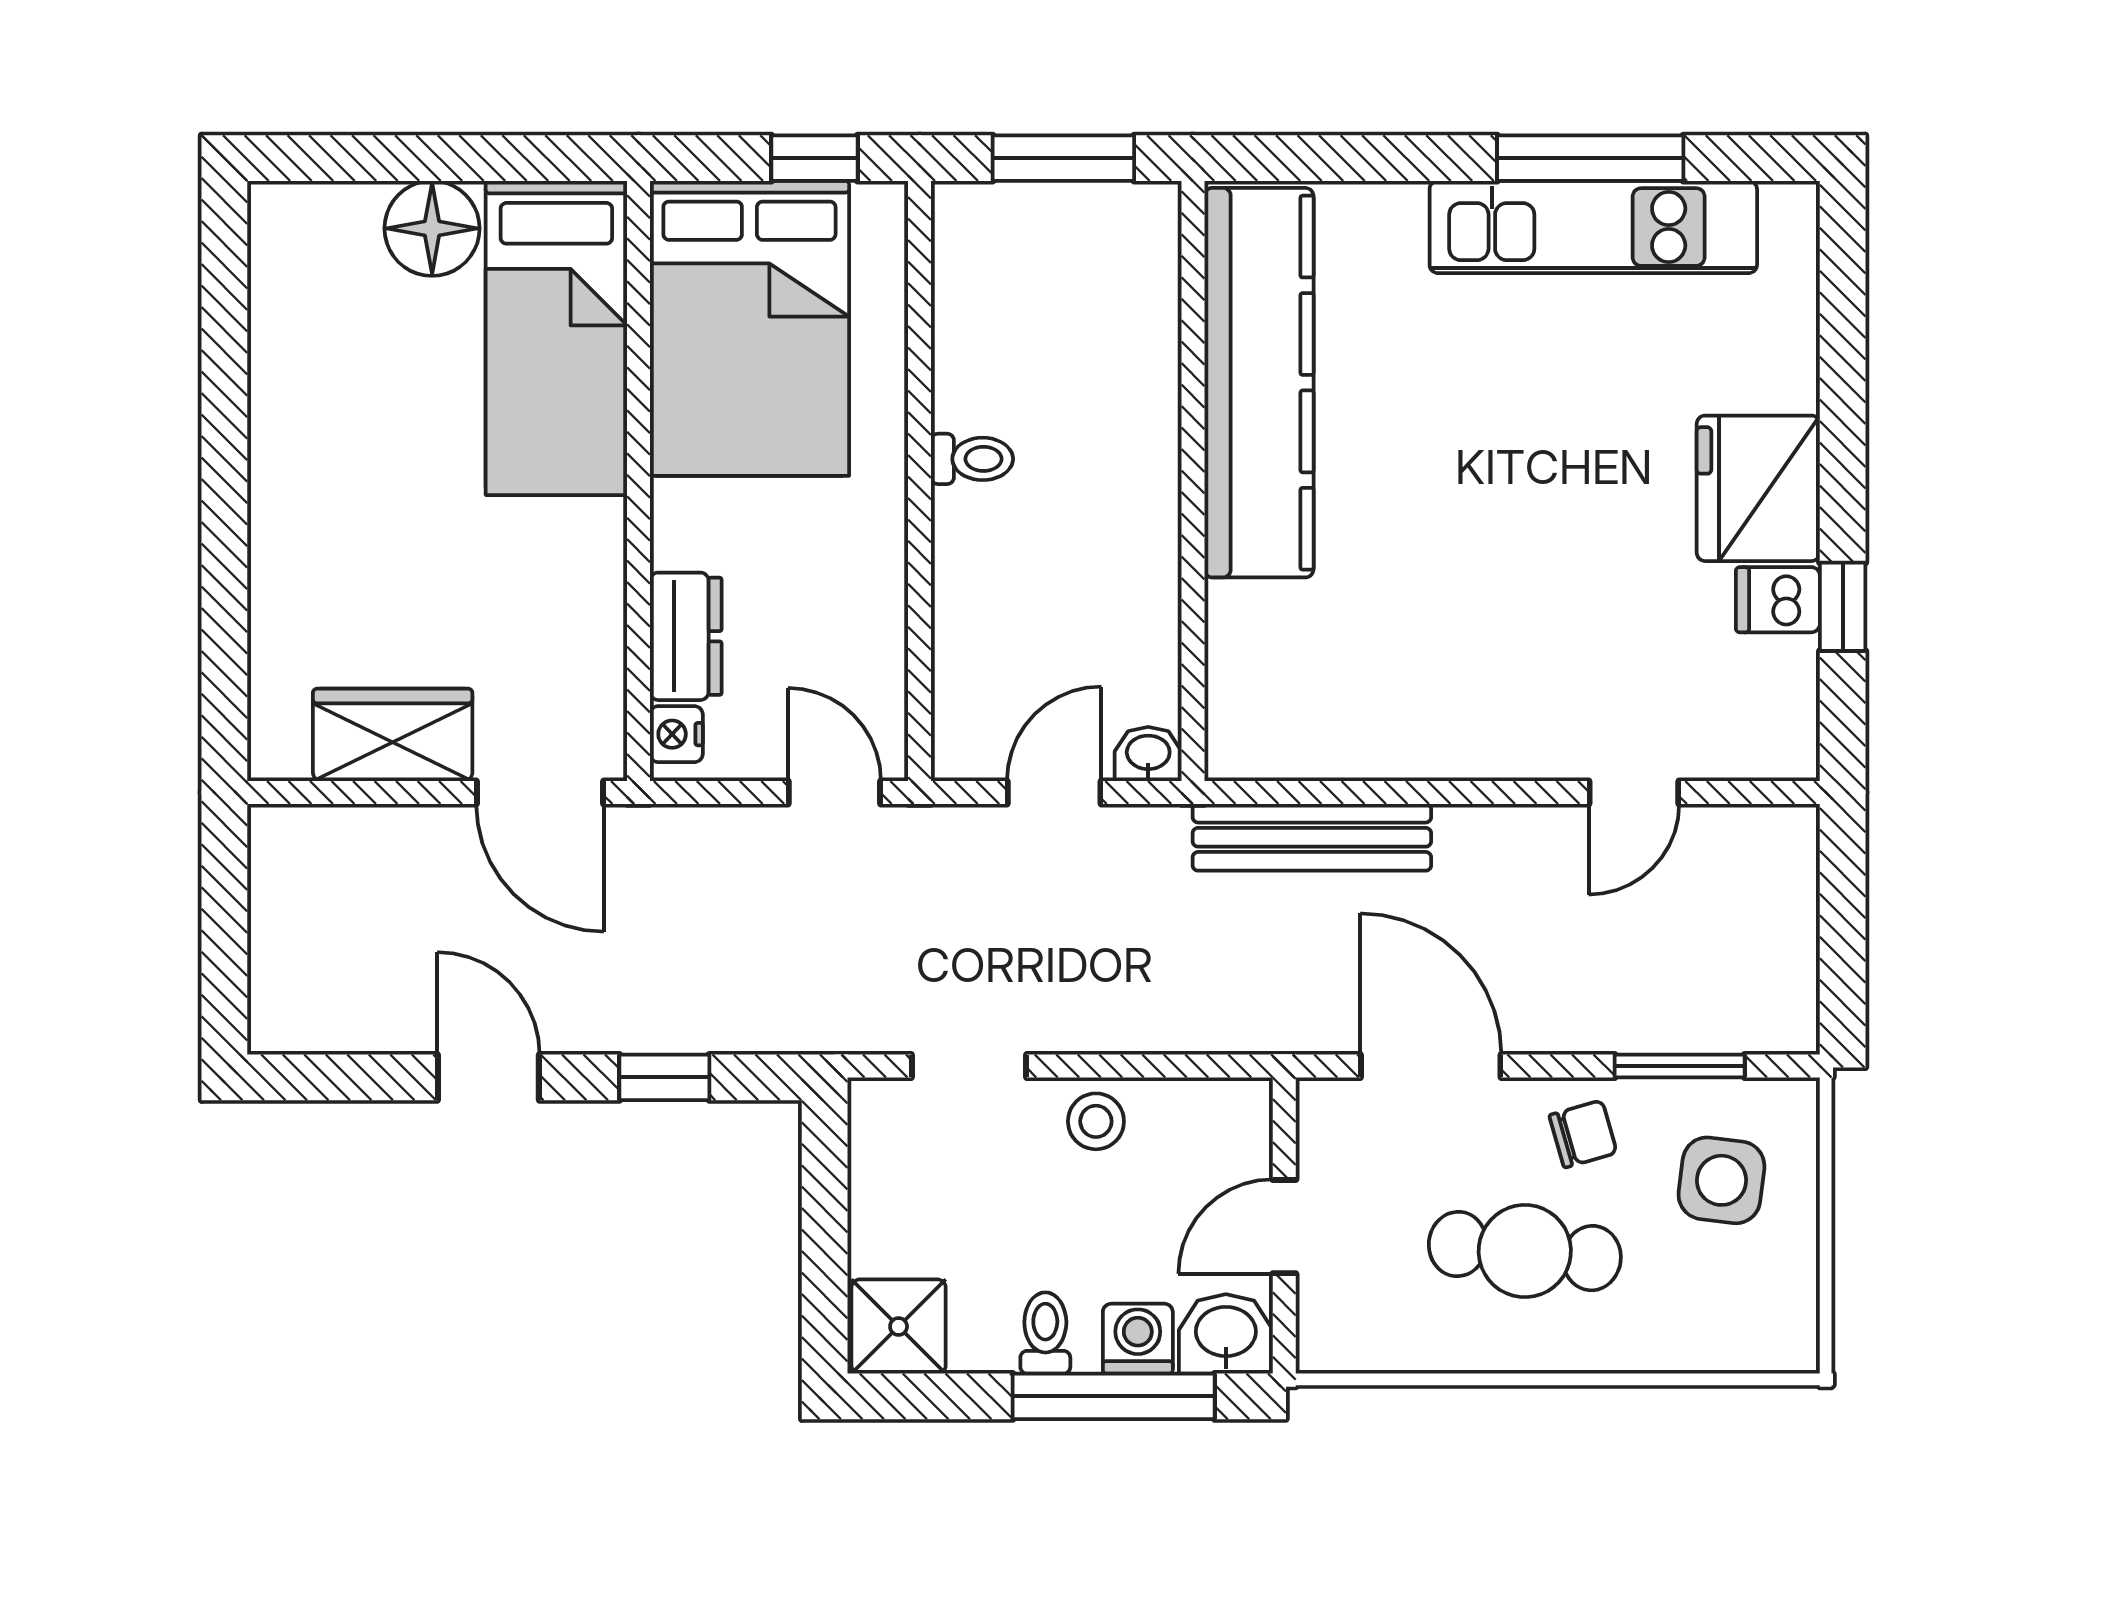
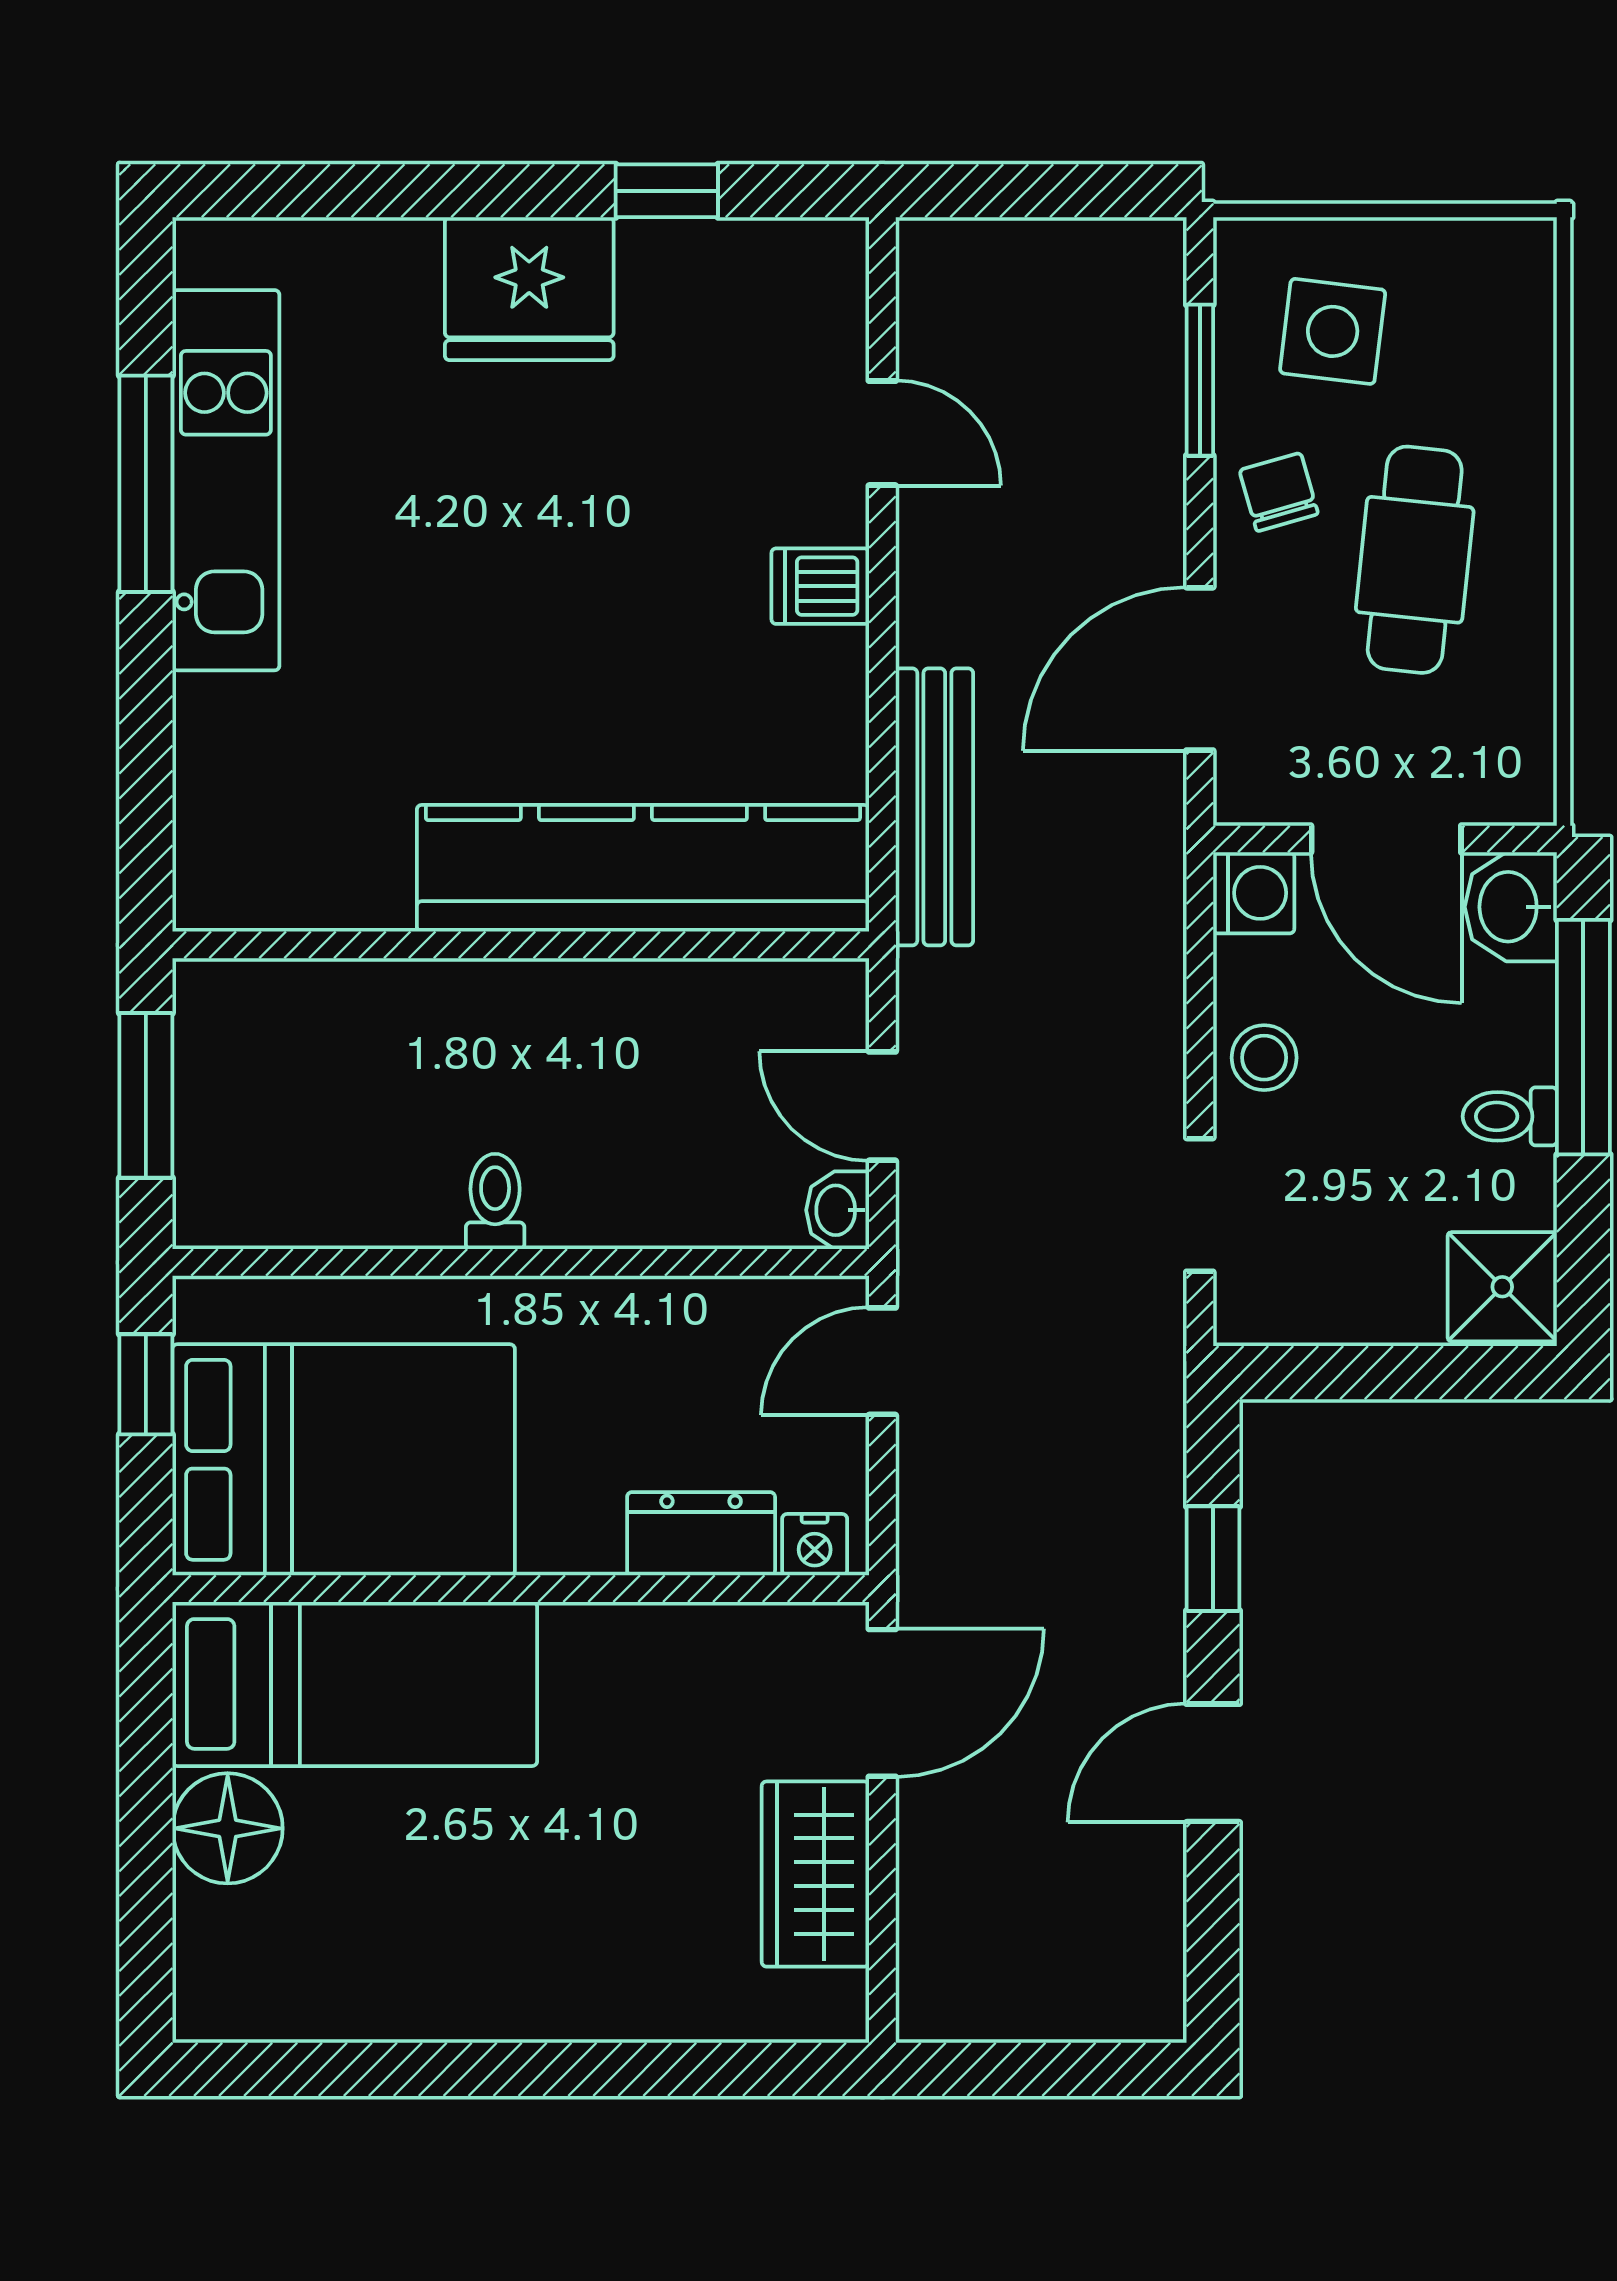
kitchen counter: (1259, 383) -> (643, 868), moved
dishwasher: (1778, 600) -> (820, 586), moved, turned 90
washbasin: (1148, 754) -> (838, 1210), moved
door: (1284, 1227) -> (1386, 839), width x1.38
washing machine: (1138, 1339) -> (1254, 893), moved, turned 180

